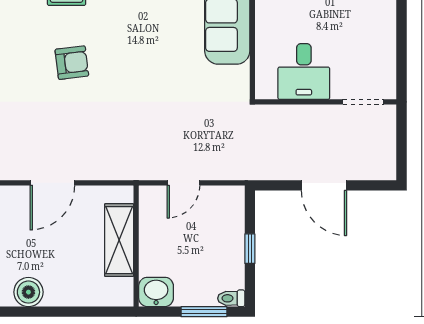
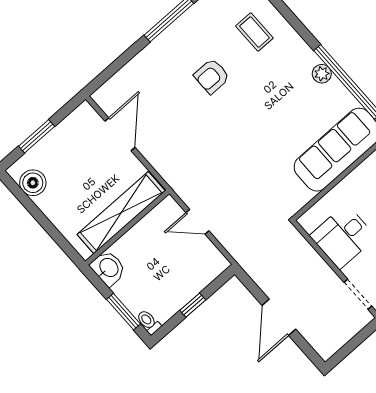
armchair: (72, 63) -> (212, 76), turned 97
door: (52, 183) -> (120, 134), swing flipped
shelving: (119, 240) -> (121, 213), width x1.47

